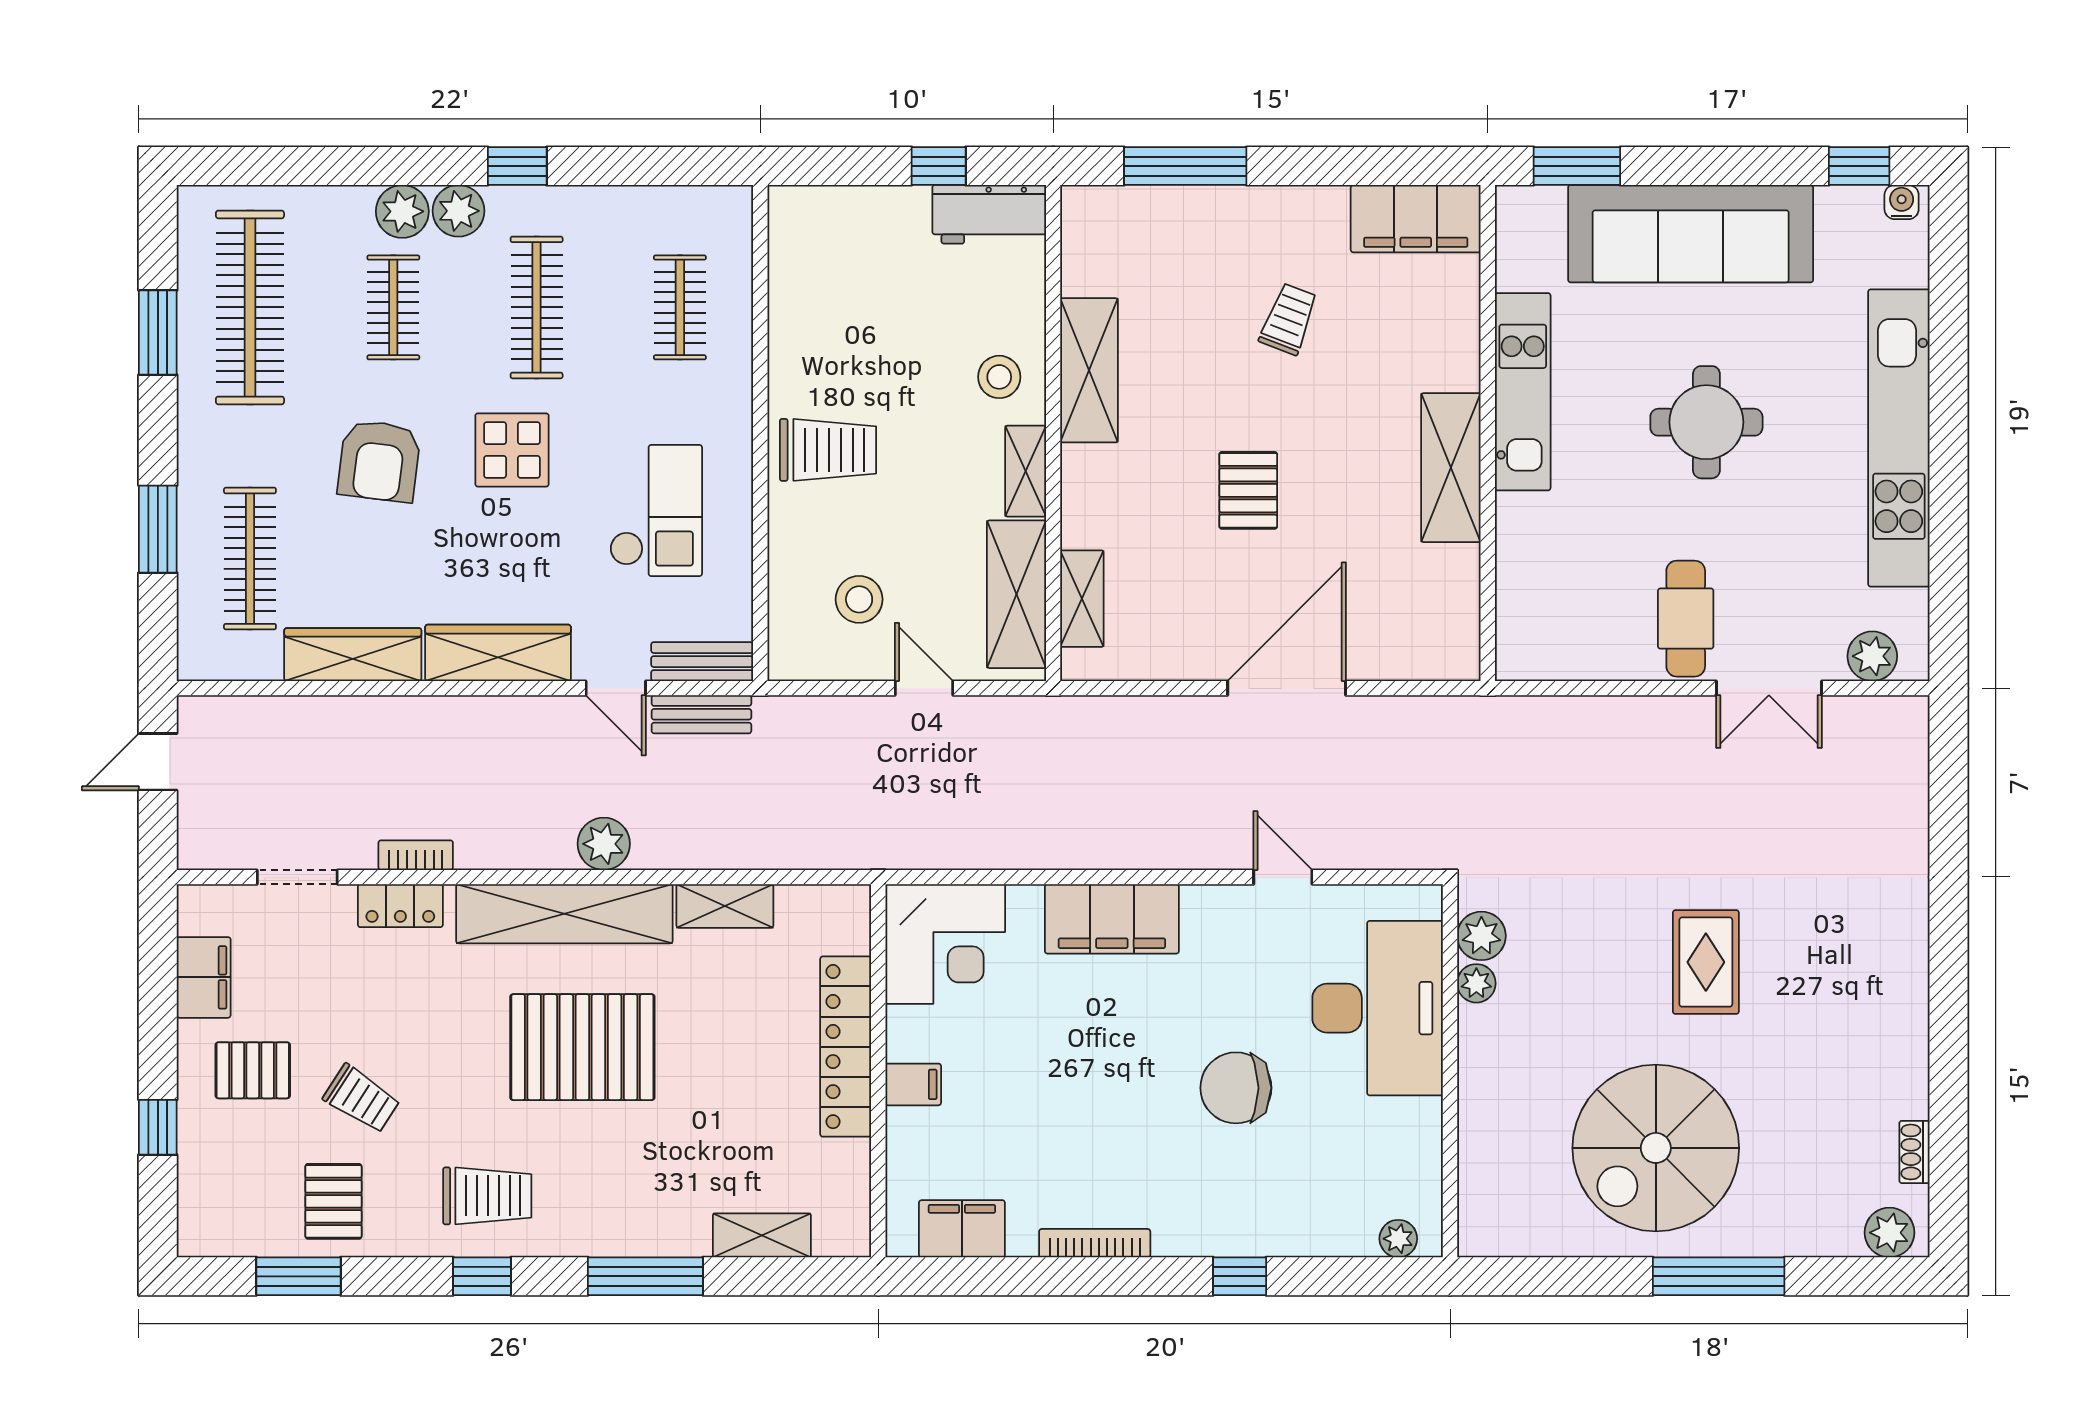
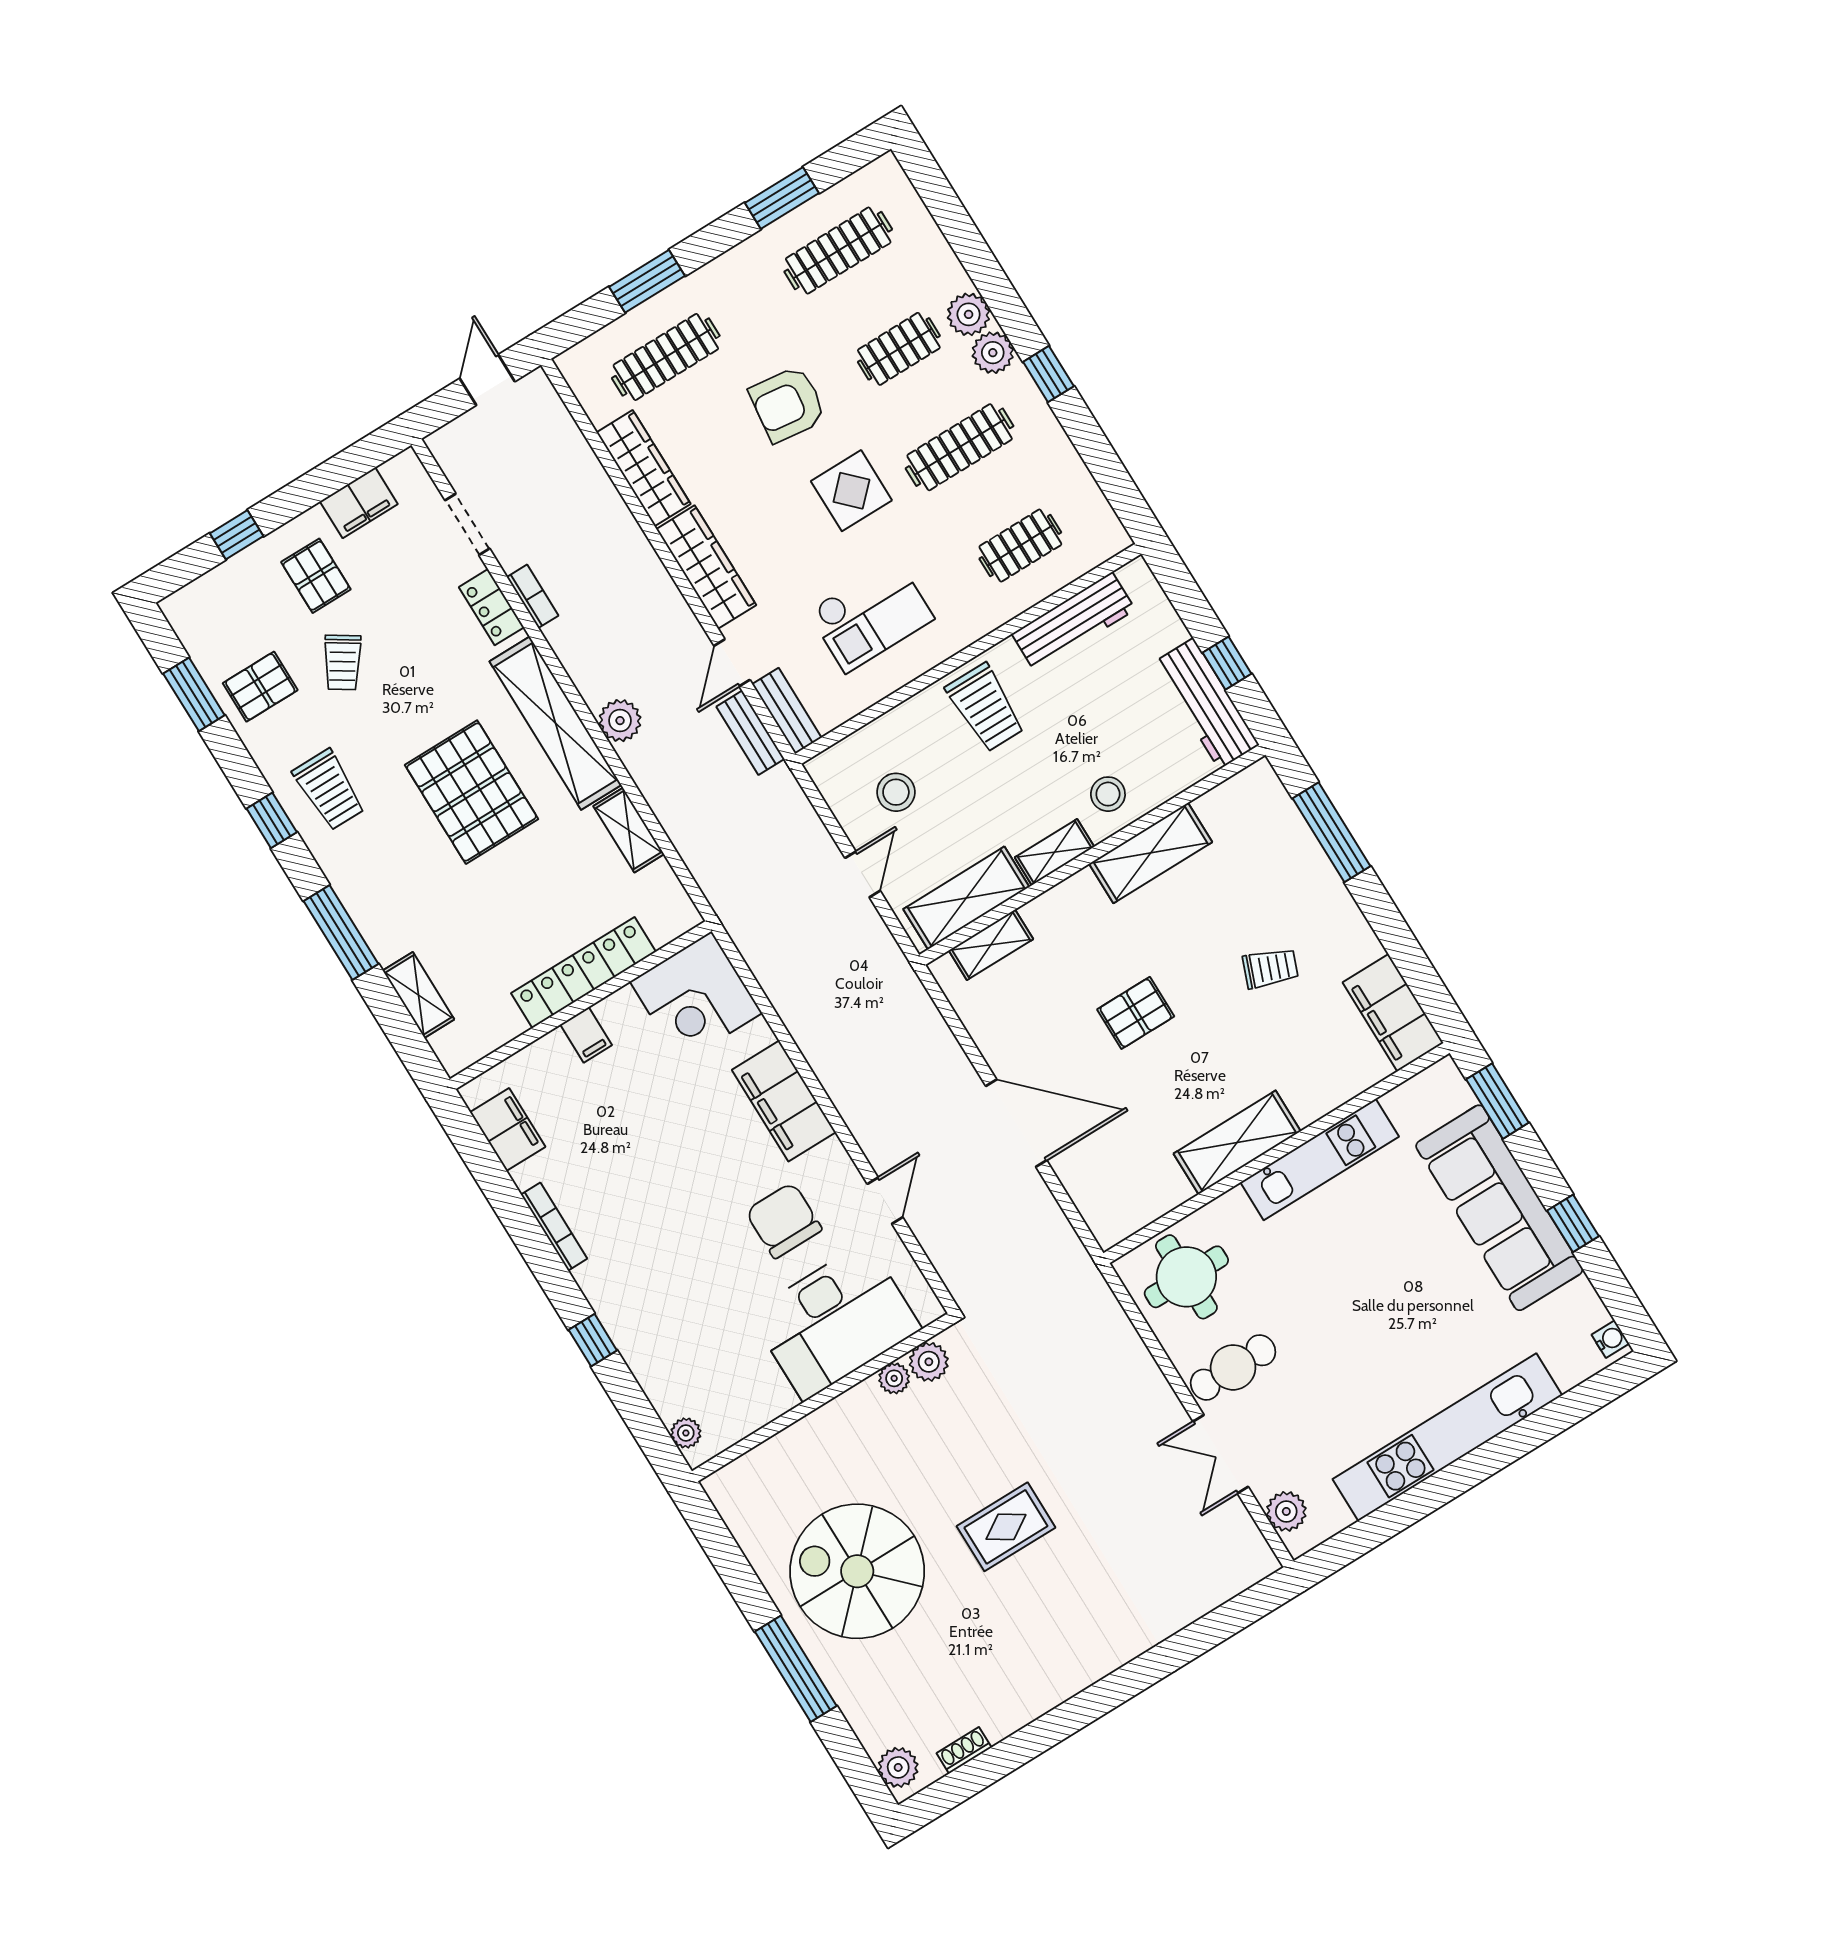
window: (1859, 166) -> (1573, 1223), moved
workbench: (989, 214) -> (1206, 704), width x1.38
workbench: (795, 301) -> (1073, 622), added
clothes rail: (250, 307) -> (838, 251), width x0.73, depth x0.76
round table: (1706, 422) -> (1186, 1277), moved
door: (158, 762) -> (487, 380), hinge flipped
chair: (1236, 1088) -> (784, 1220), moved

